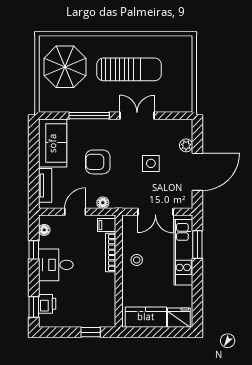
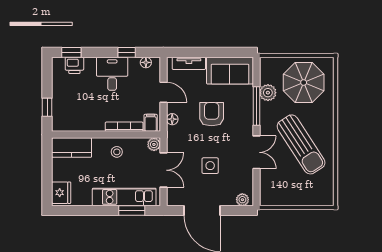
sun lounger: (129, 69) -> (301, 144), turned -33
plant: (75, 104) -> (268, 93), added
plant: (186, 145) -> (242, 200), moved
double door: (155, 212) -> (163, 170), swing flipped
plant: (129, 222) -> (154, 144), added
kitchen counter: (146, 317) -> (72, 148), moved, turned 90

